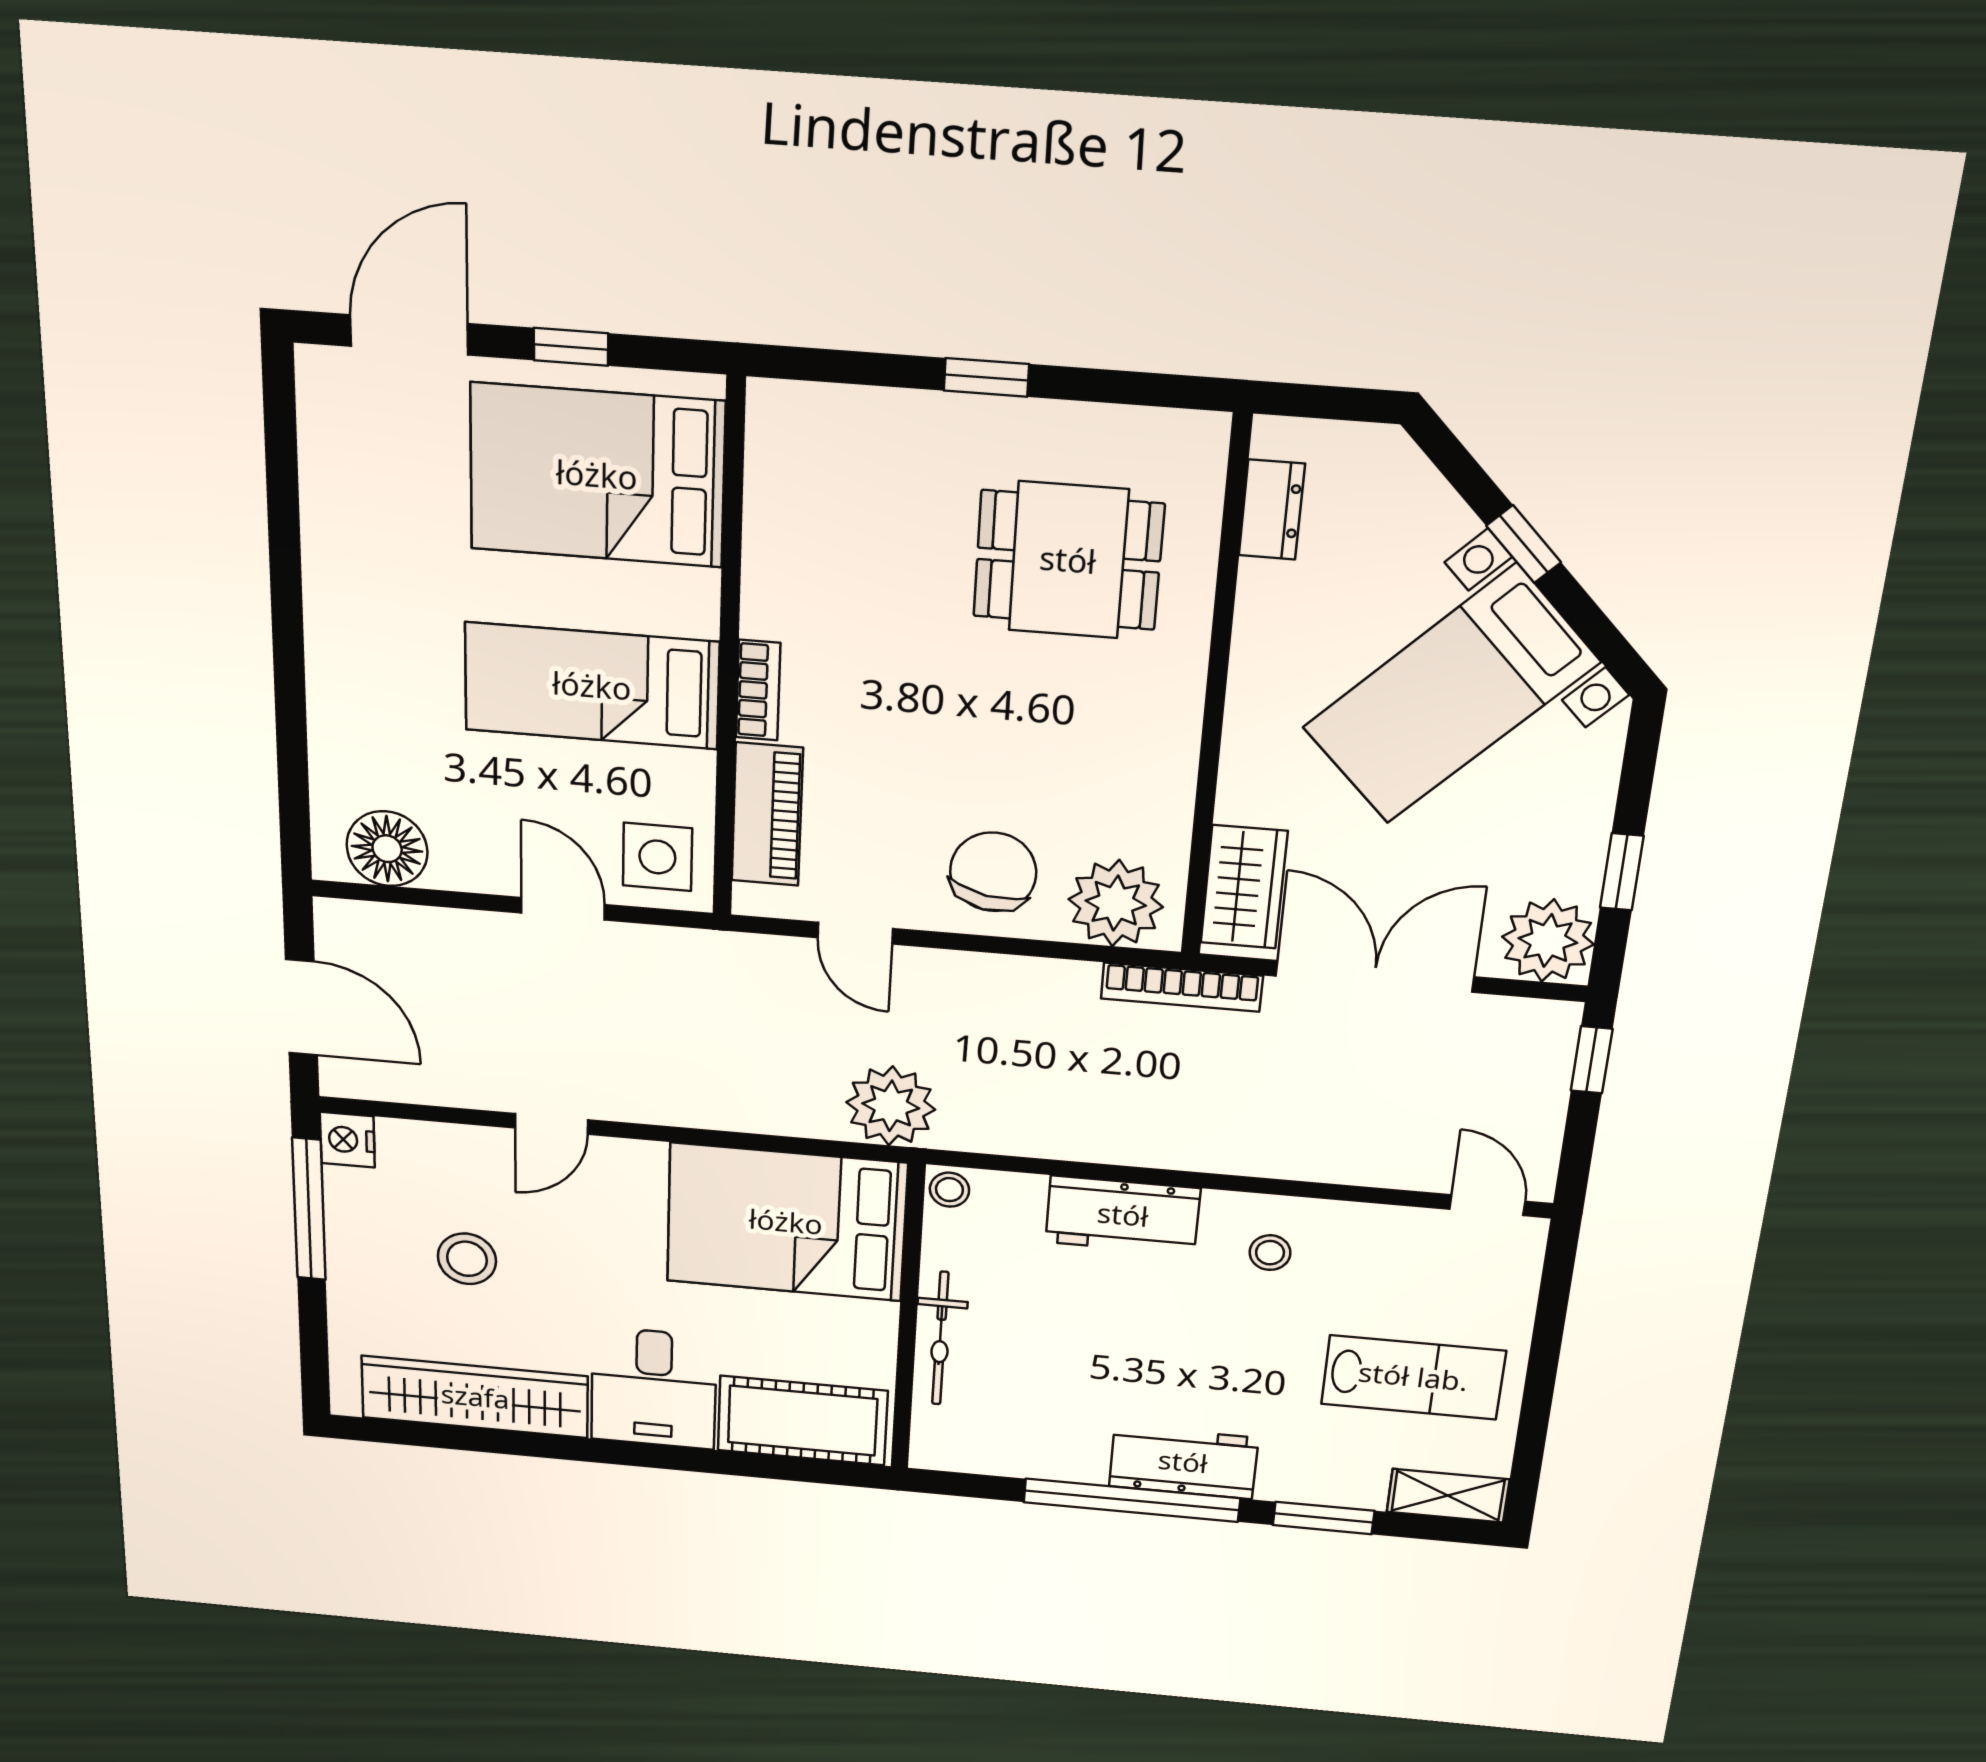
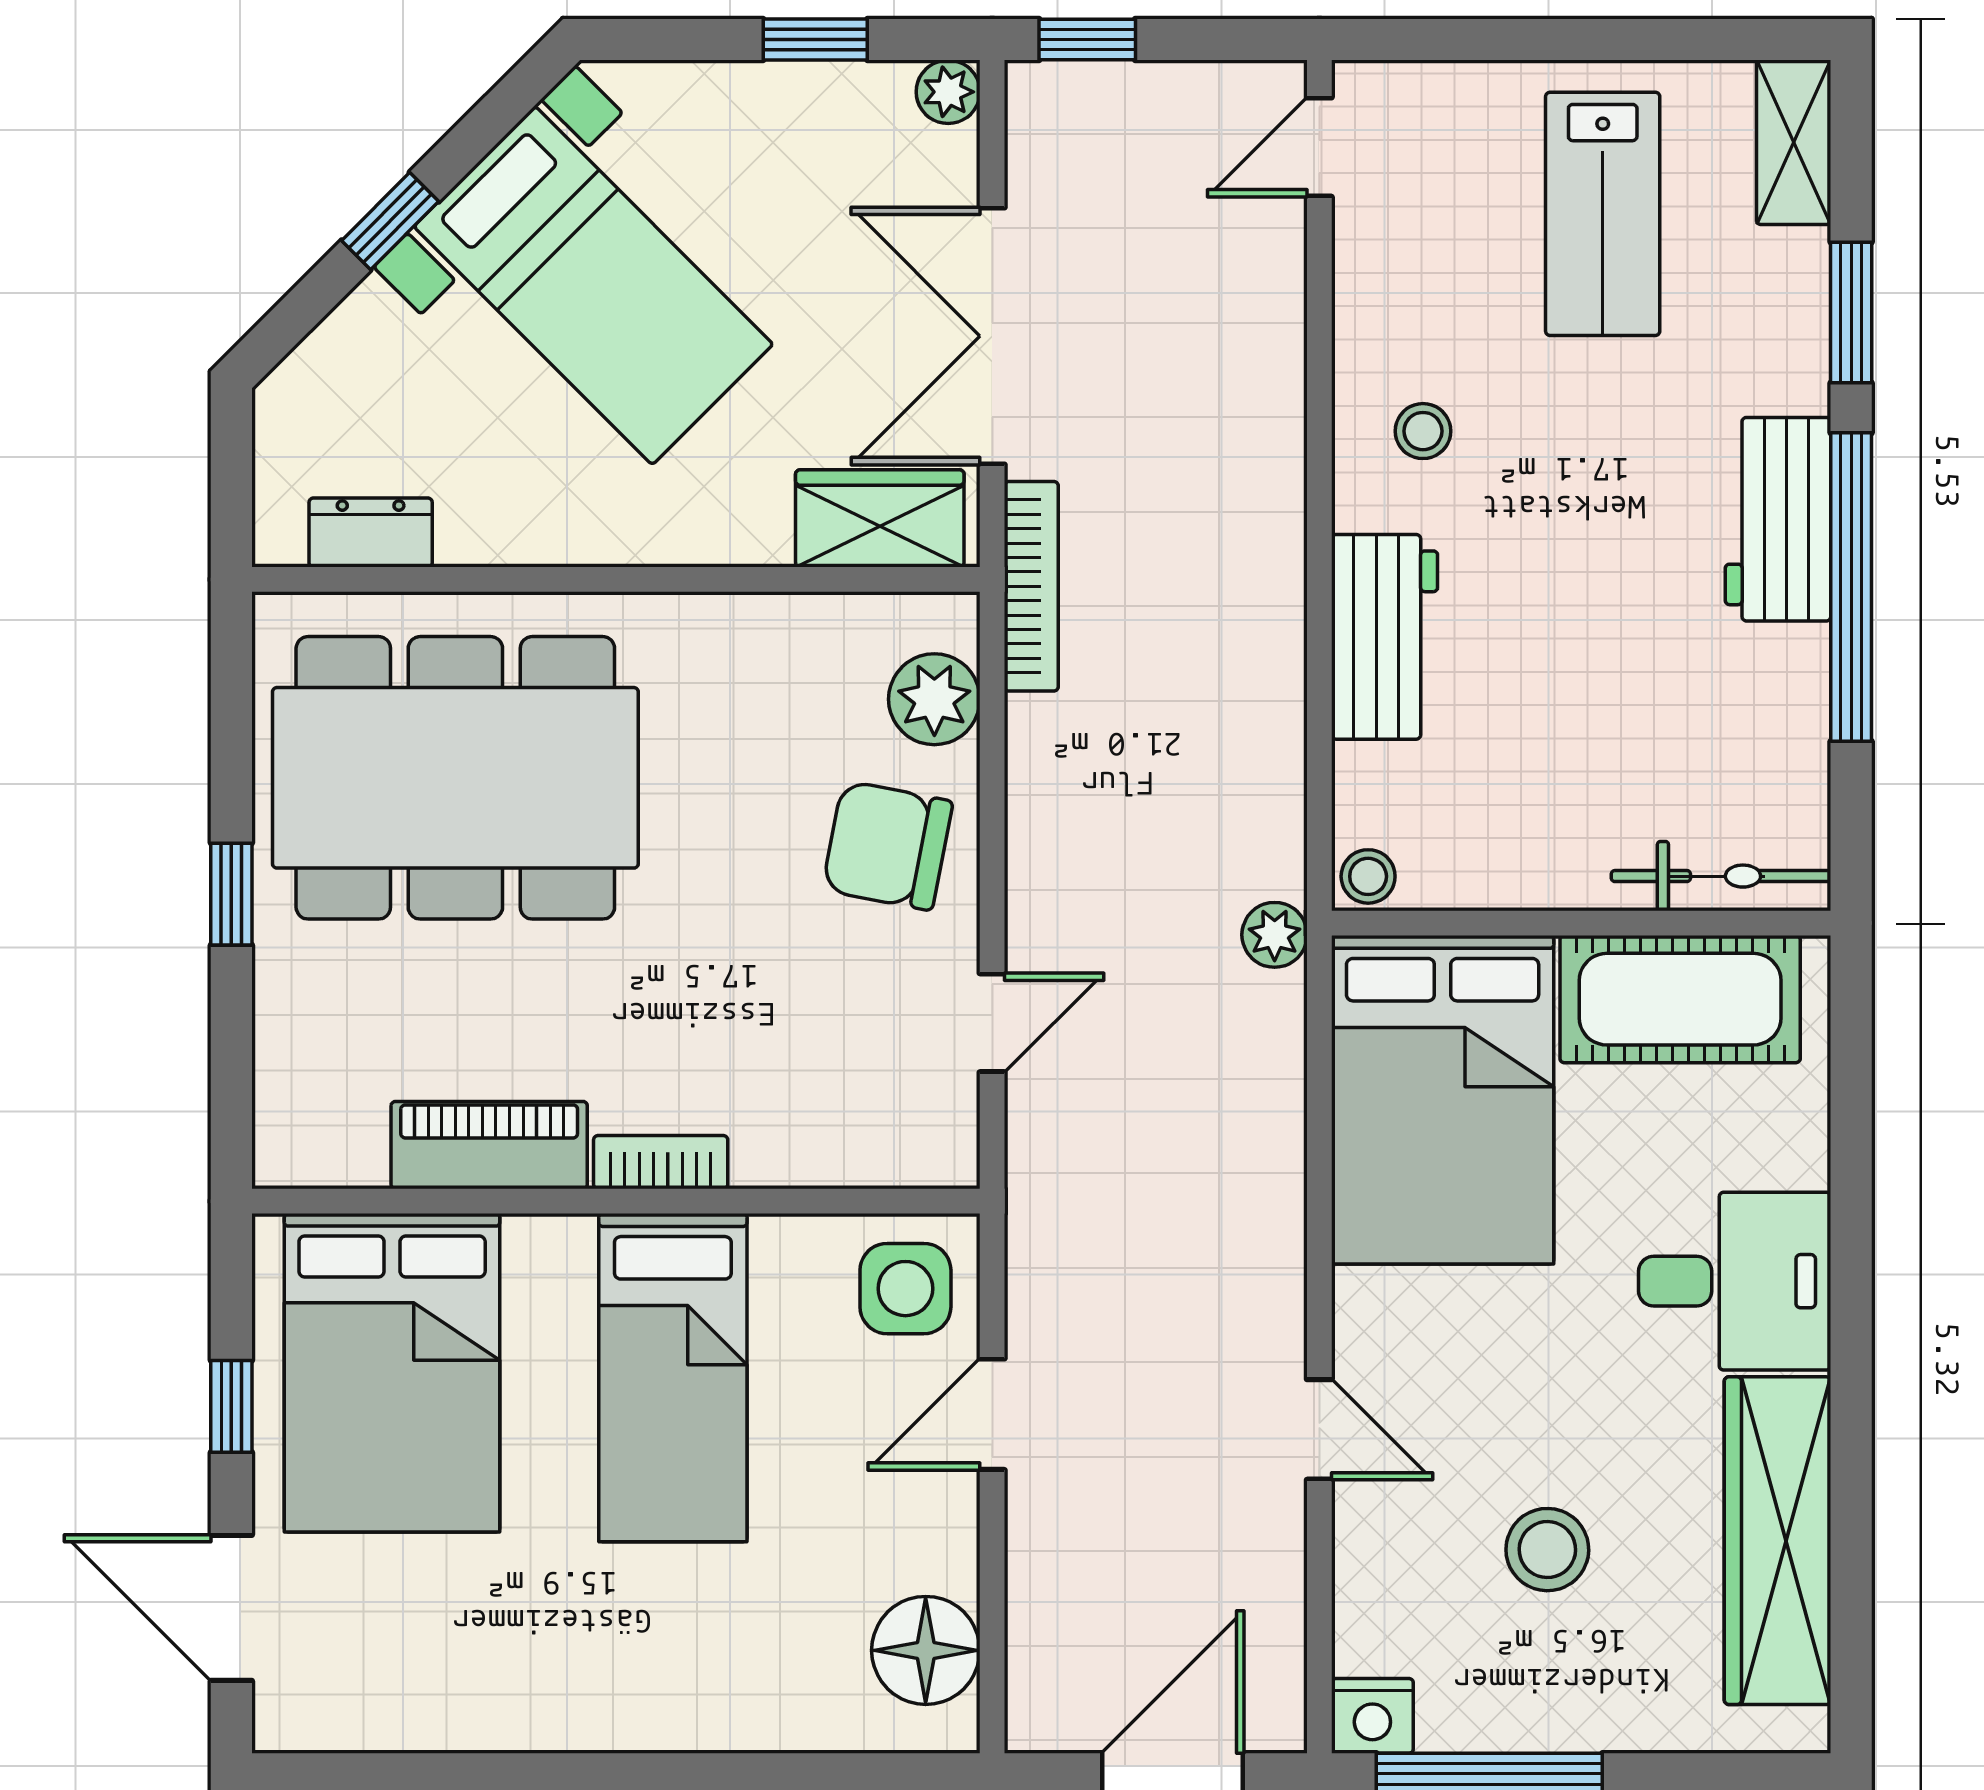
dining table: (1068, 560) -> (455, 778), width x1.88, depth x1.24
piano: (767, 814) -> (489, 1145), moved
plant: (1116, 903) -> (934, 699), width x0.73, depth x0.73
plant: (1548, 940) -> (948, 92), width x0.53, depth x0.53
plant: (891, 1106) -> (1275, 935), width x0.53, depth x0.53
bicycle: (940, 1338) -> (1721, 876), moved
lab bench: (1413, 1377) -> (1603, 214), turned 180
cot: (802, 1421) -> (1680, 999), moved, turned 90

